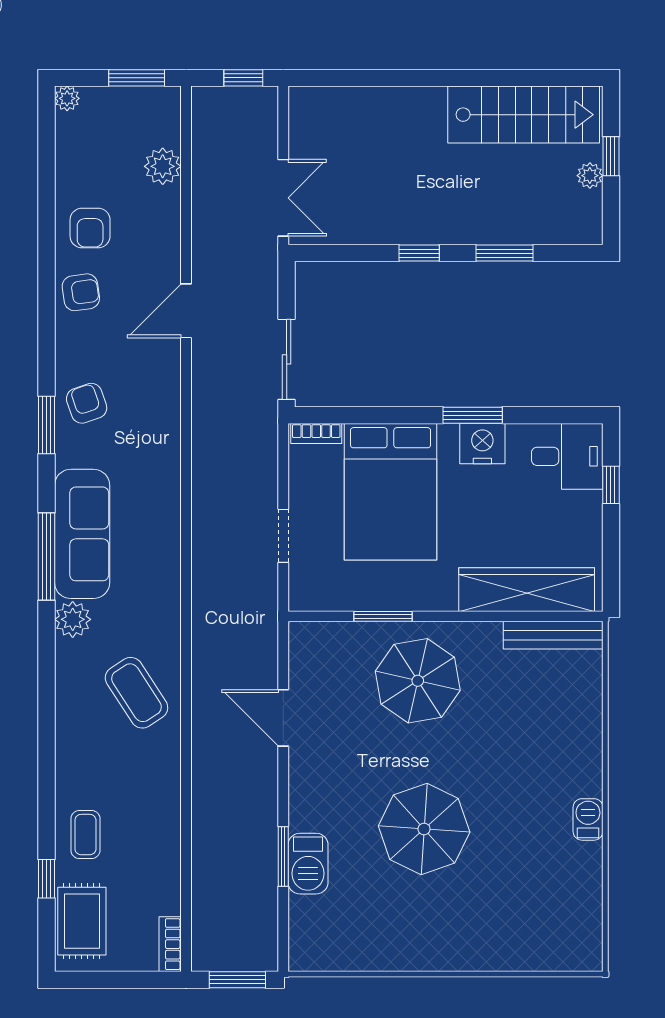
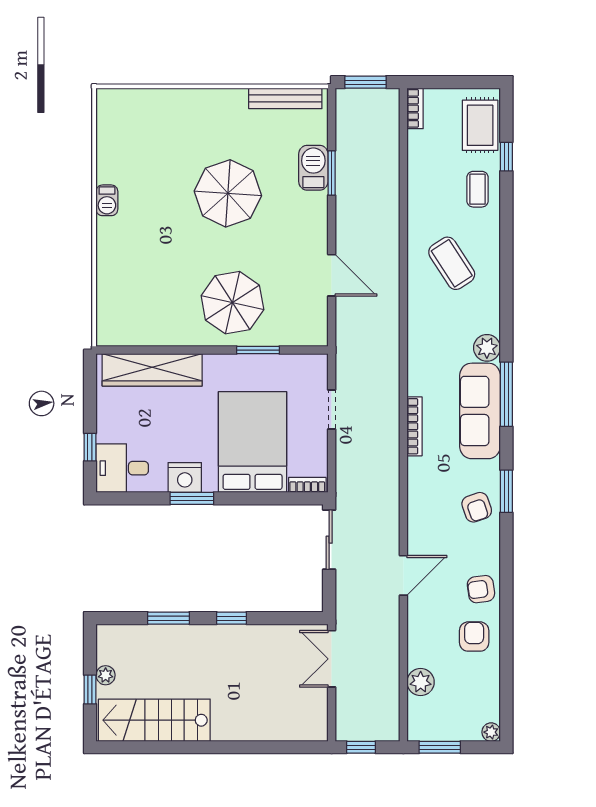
bookcase: (171, 513) -> (415, 426), added
bench: (553, 635) -> (285, 98), moved
coffee table: (136, 693) -> (452, 263), moved

